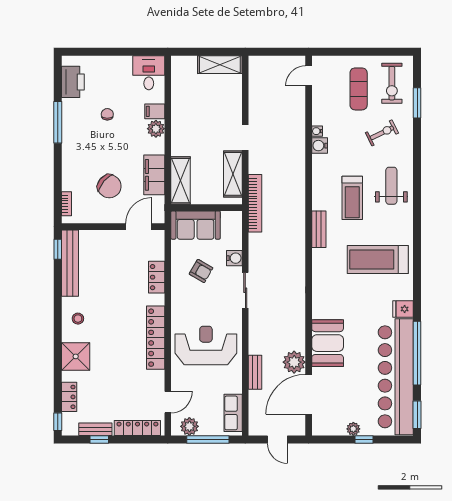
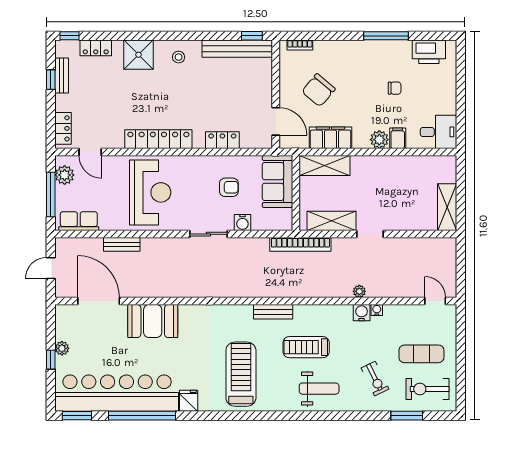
armchair: (201, 271) -> (229, 187), turned -120
plant: (294, 362) -> (359, 291), moved, width x0.53, depth x0.53
locker: (137, 428) -> (63, 128), width x0.66

